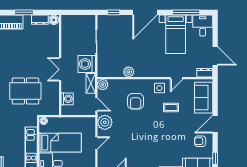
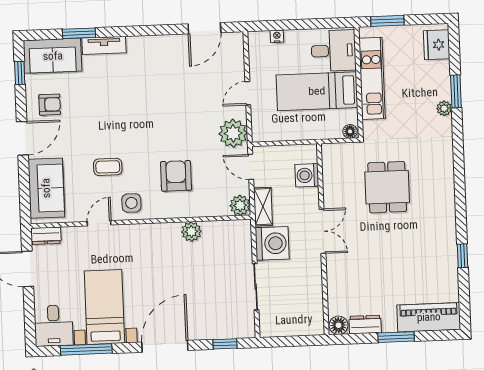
dining table: (25, 91) -> (387, 187), width x0.73

